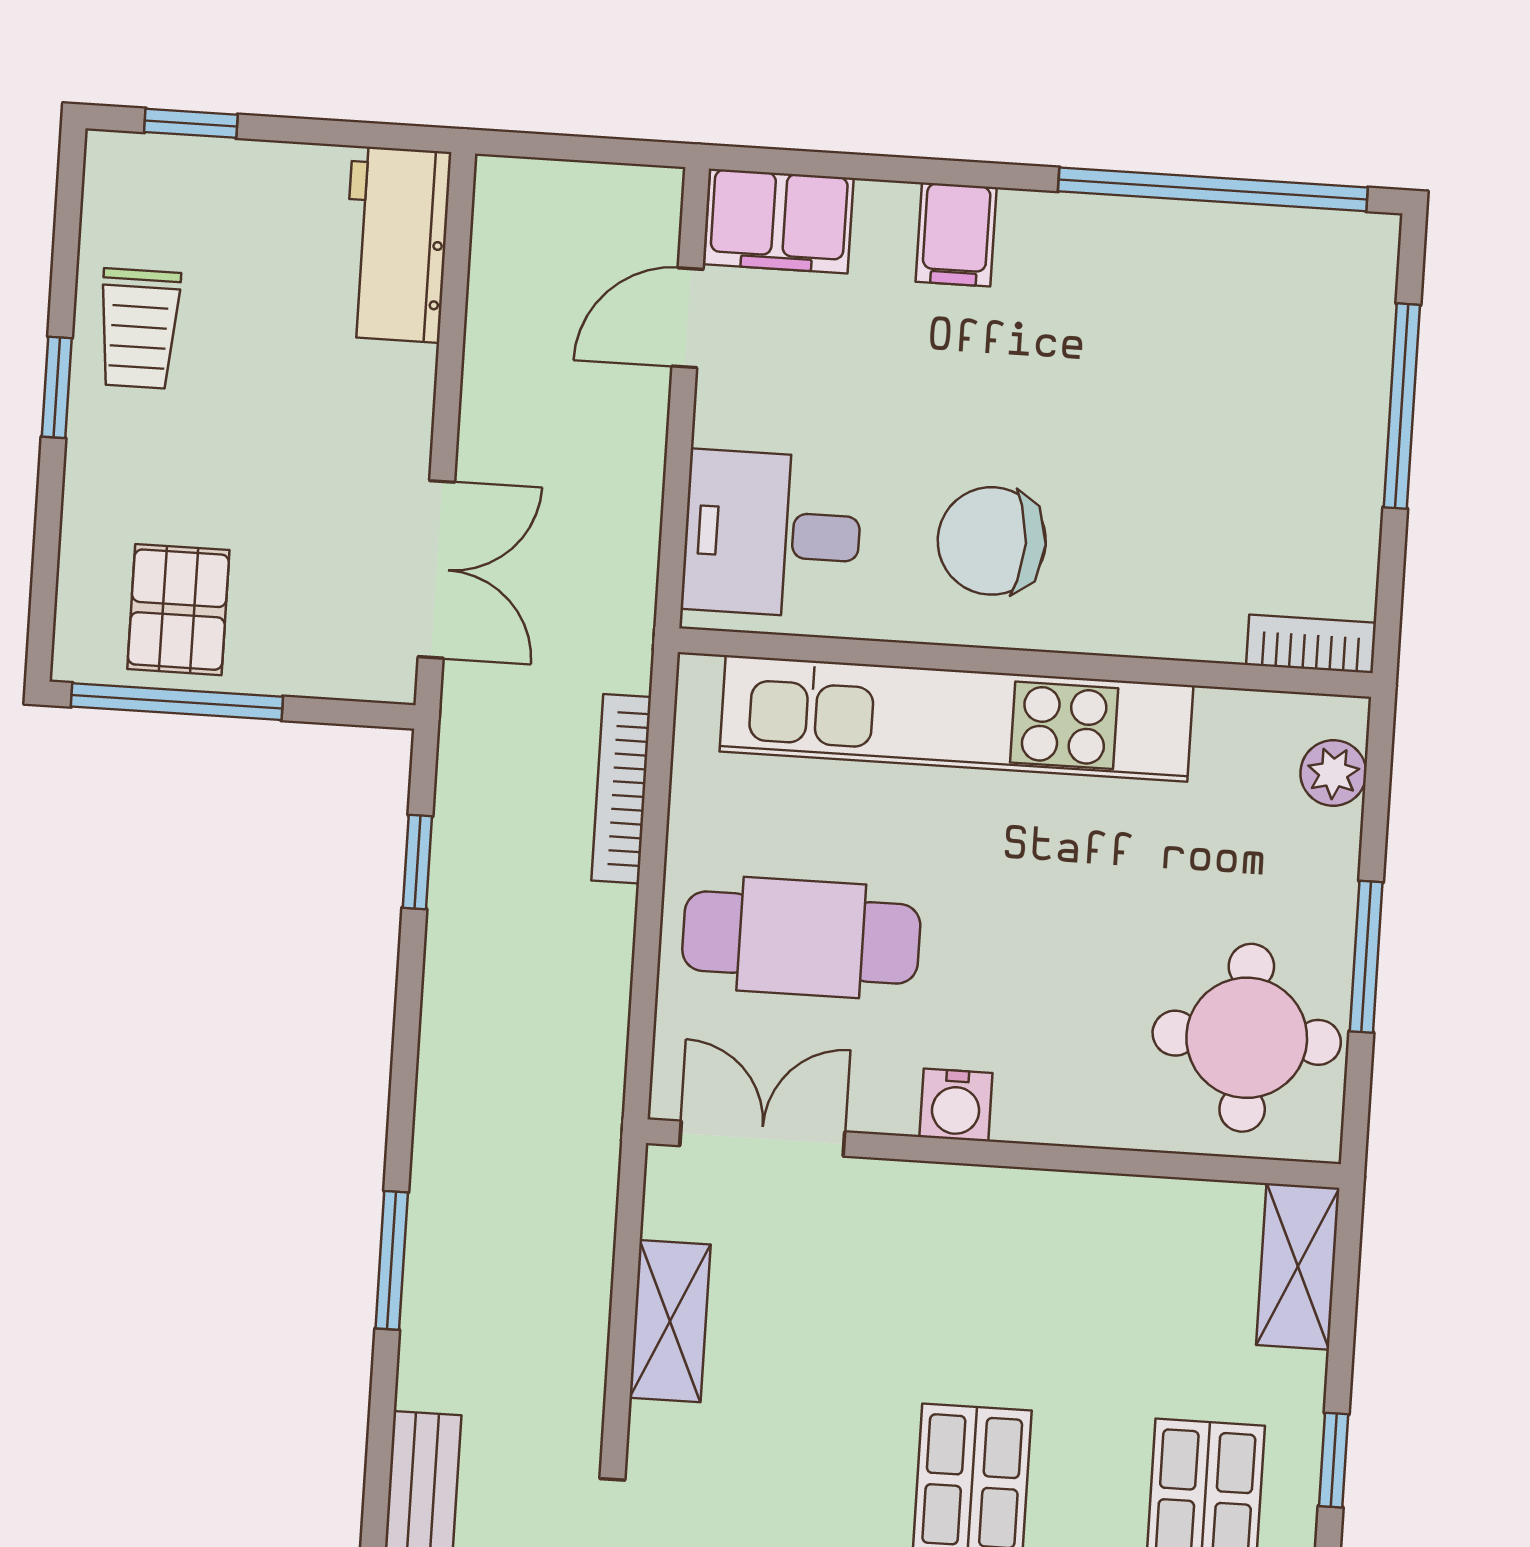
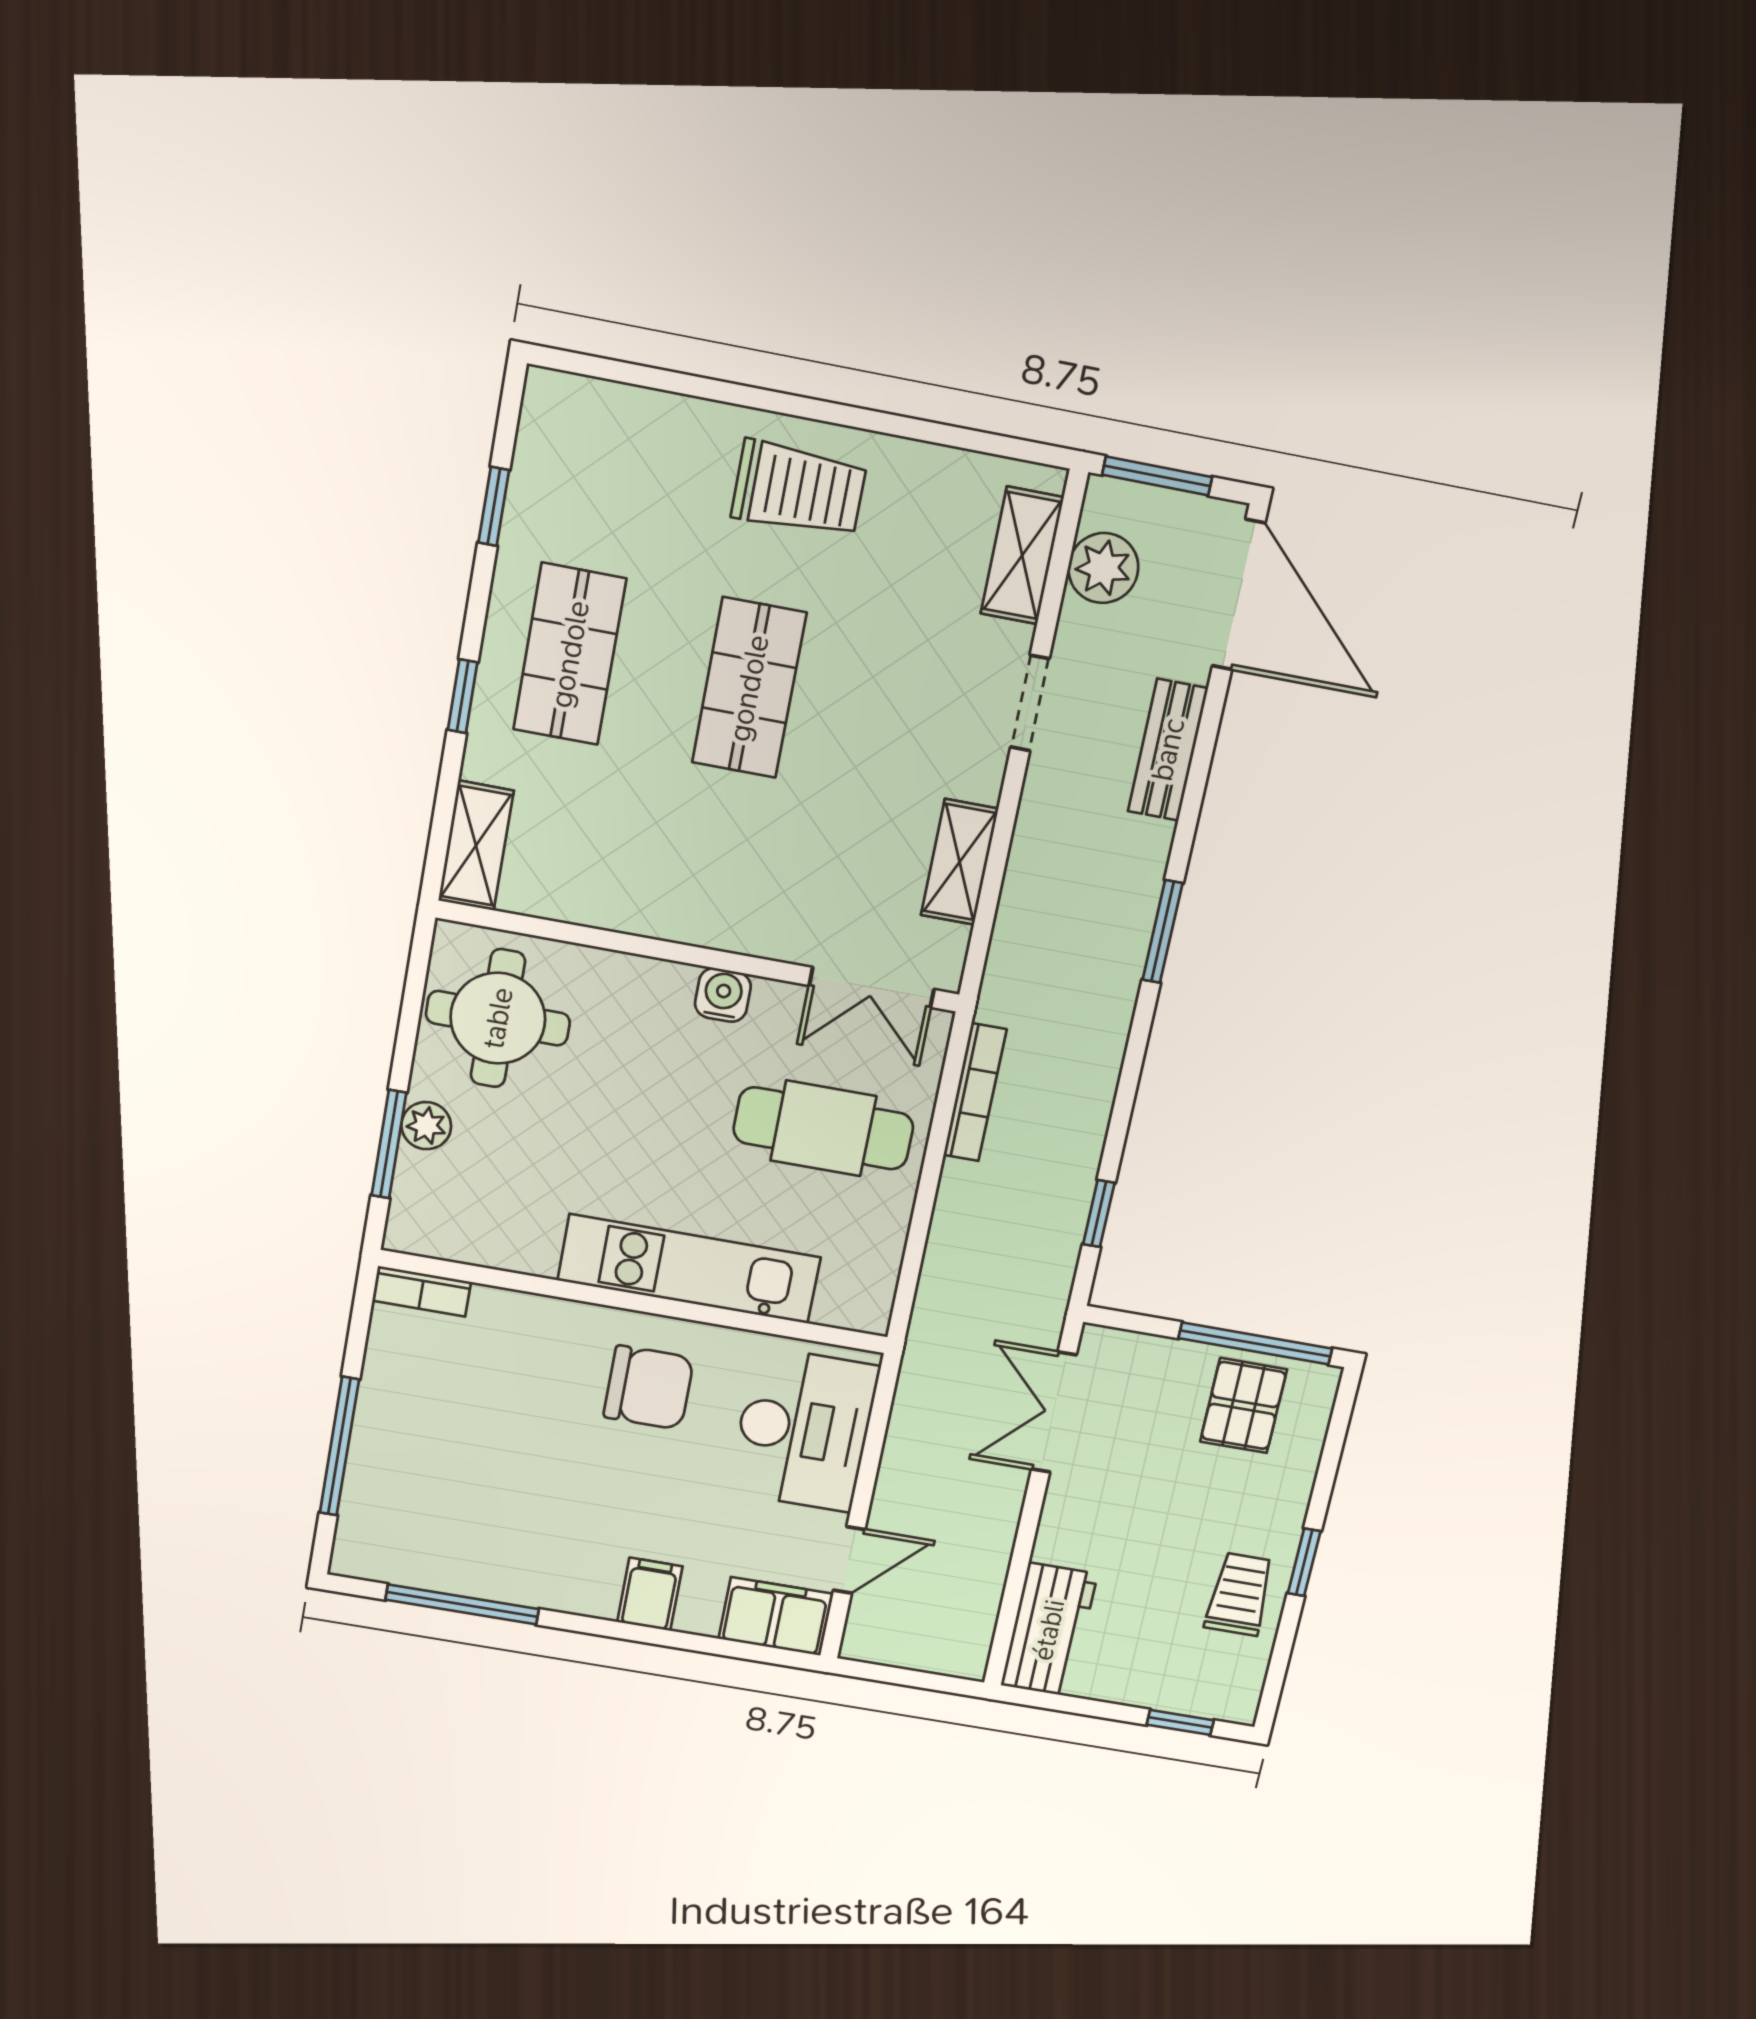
window: (1213, 189) -> (462, 1604), width x0.68
desk: (772, 534) -> (804, 1429), width x1.37
kitchen unit: (957, 718) -> (689, 1269), width x0.73
plant: (1333, 773) -> (426, 1126), moved
bookcase: (621, 789) -> (975, 1092), moved
window: (1366, 957) -> (389, 1144), moved

